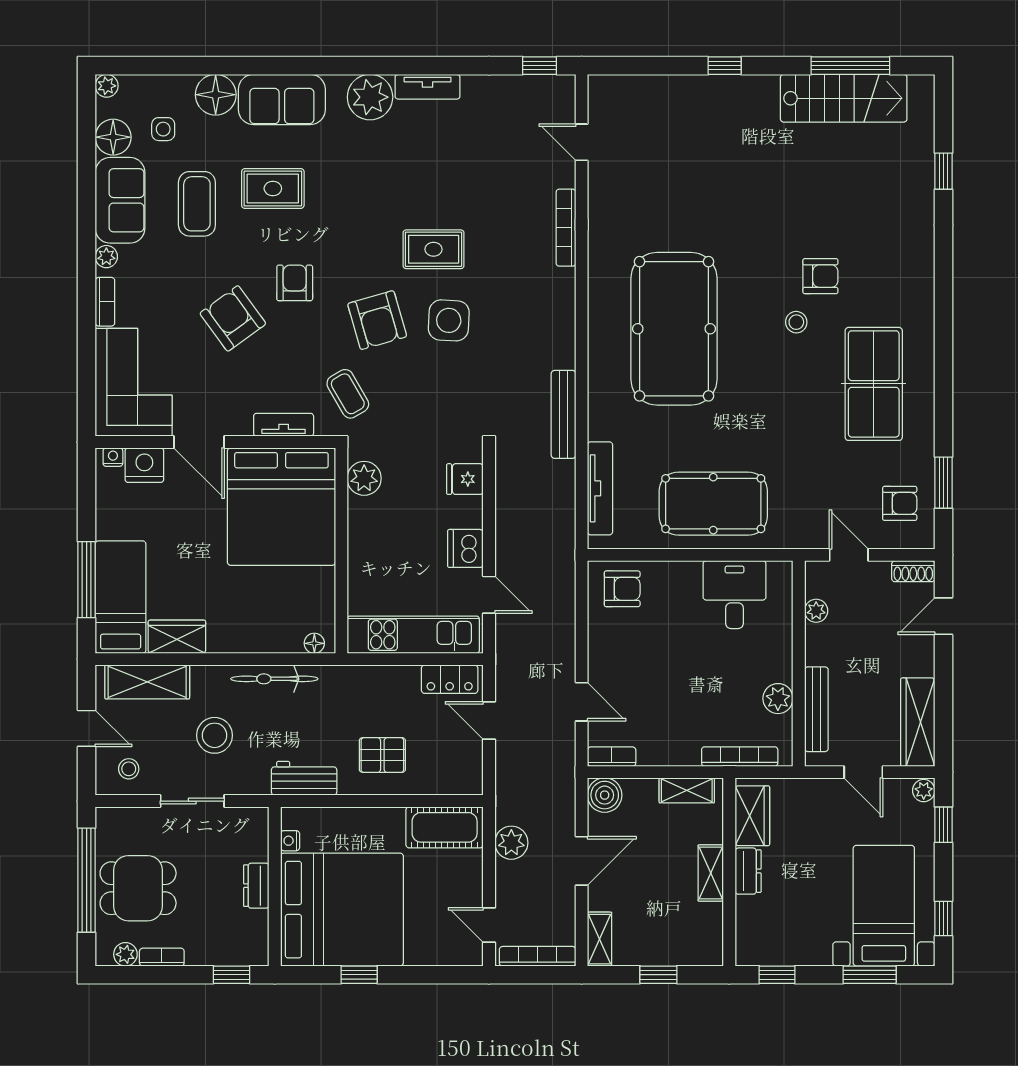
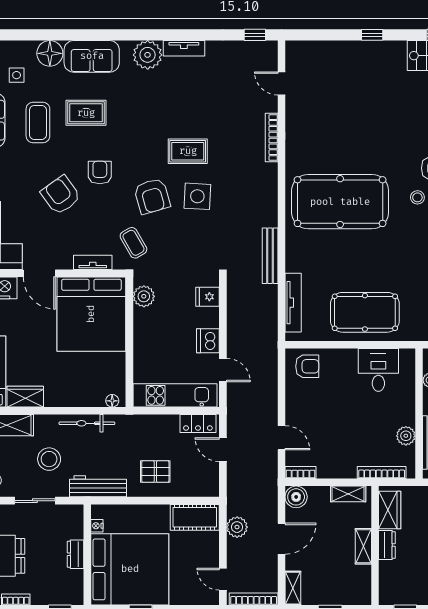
pool table: (674, 329) -> (340, 202), turned 90
workbench: (304, 778) -> (98, 486), width x1.38

